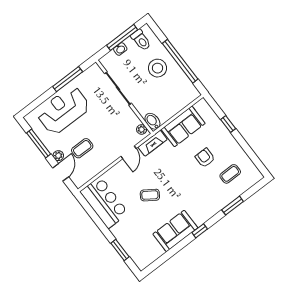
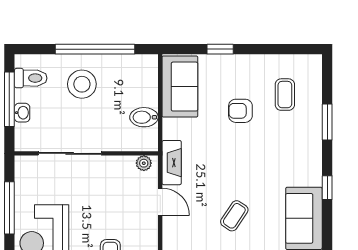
bidet: (152, 121) -> (144, 117), moved
sofa: (183, 126) -> (180, 87), moved

